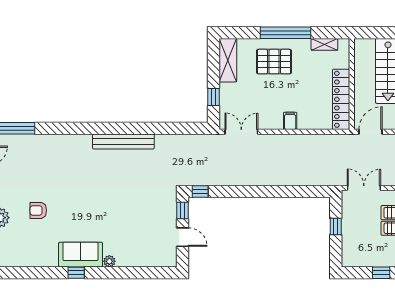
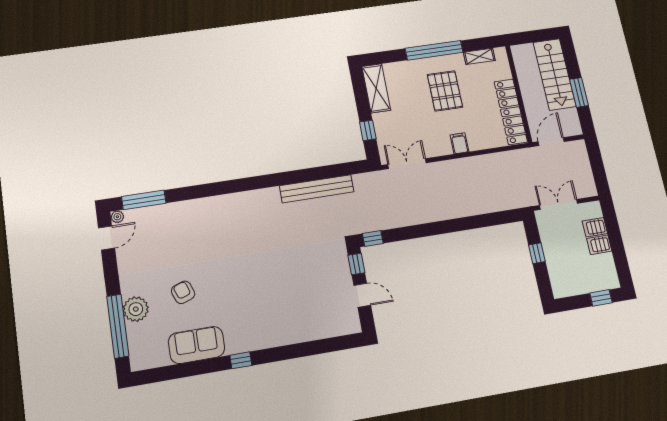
pallet: (274, 62) -> (445, 91), moved, turned 90
bench: (123, 141) -> (317, 189), moved
armchair: (38, 210) -> (183, 292), turned 70
sofa: (81, 255) -> (197, 345), moved
plant: (109, 261) -> (279, 339), removed

